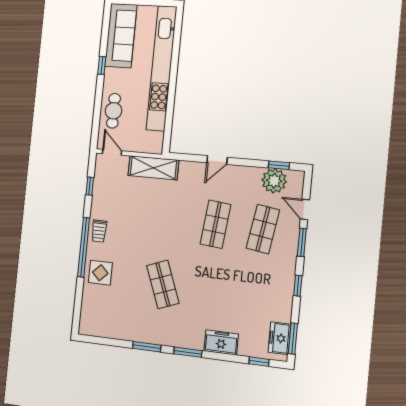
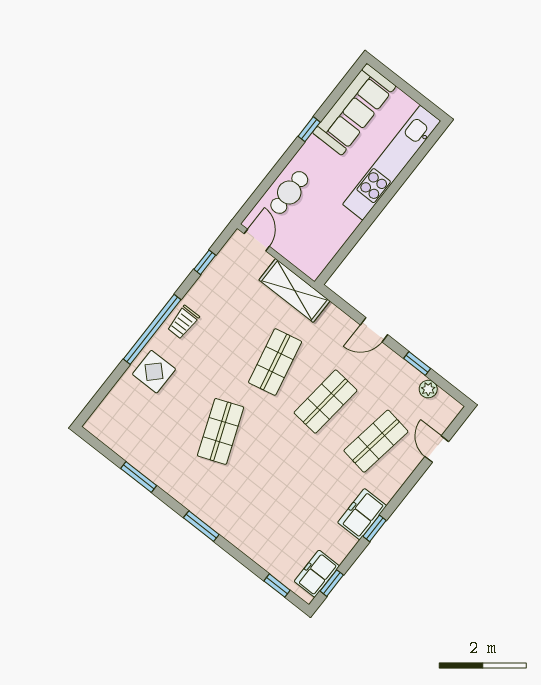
kitchen unit: (161, 68) -> (392, 163), width x0.73
window: (279, 165) -> (417, 364), moved
plant: (274, 181) -> (428, 389), width x0.53, depth x0.53
shop shelf: (169, 220) -> (275, 362), added
window: (302, 242) -> (410, 483), removed
window: (293, 338) -> (332, 583), width x0.67
freezer: (221, 342) -> (362, 514), moved, turned -90
window: (147, 347) -> (139, 477), moved

